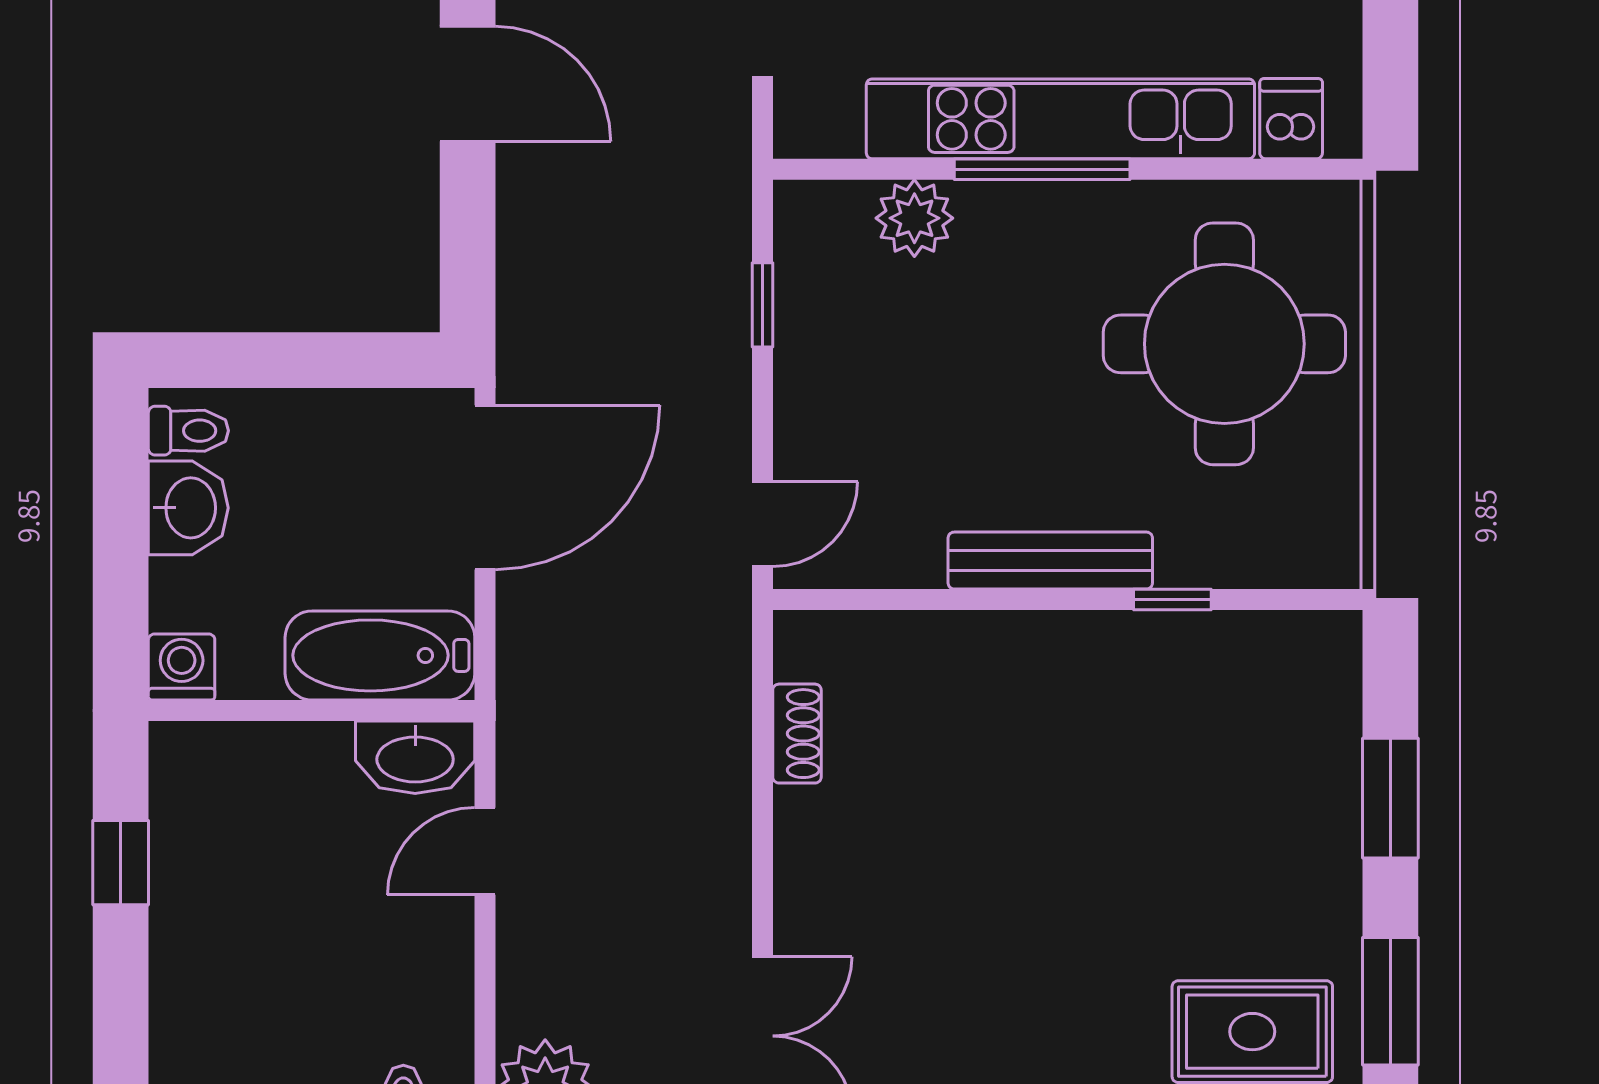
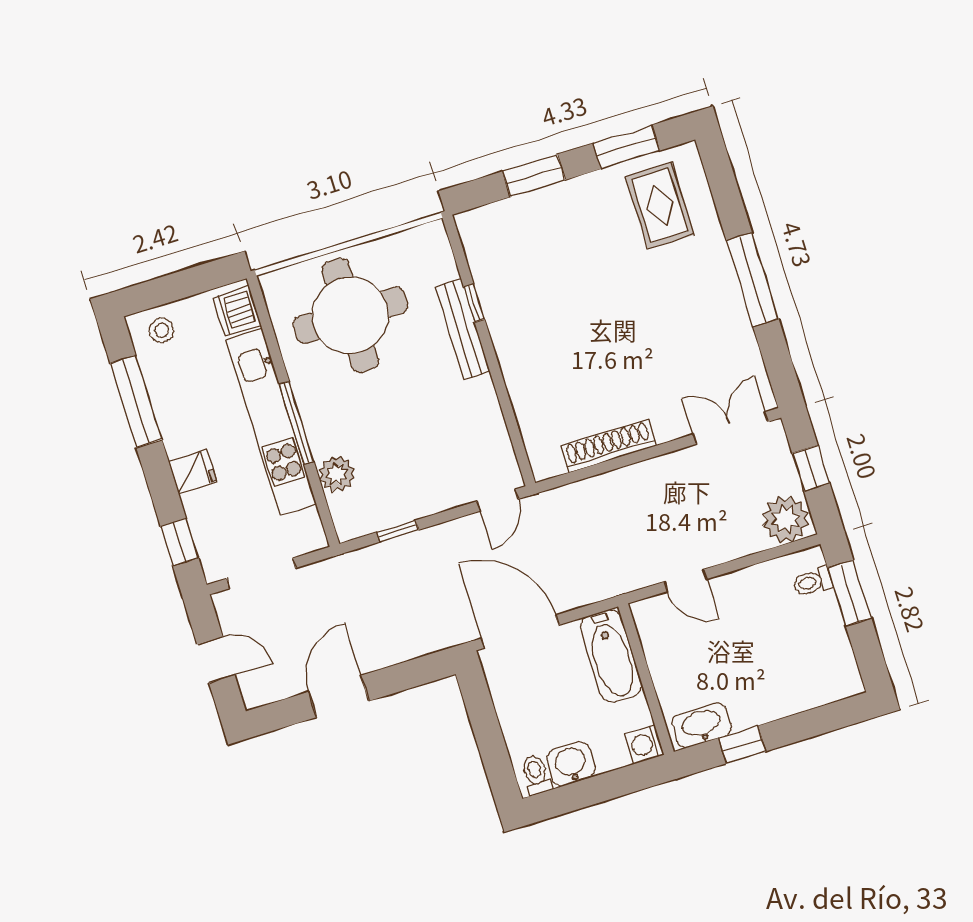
dishwasher: (1291, 119) -> (237, 311), width x1.38
door: (763, 524) -> (498, 500), swing flipped
bench: (1050, 561) -> (463, 329), moved
shoe rack: (797, 734) -> (609, 446), width x1.94, depth x1.24
washbasin: (415, 757) -> (702, 725), moved, turned -90

